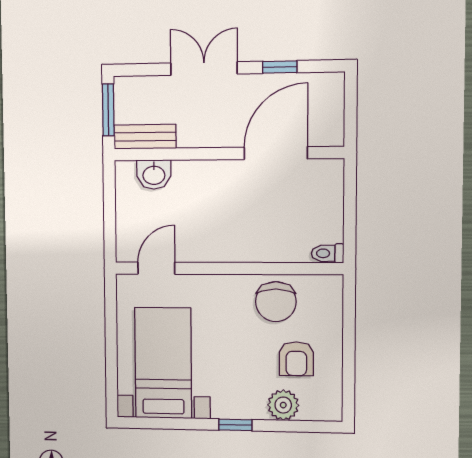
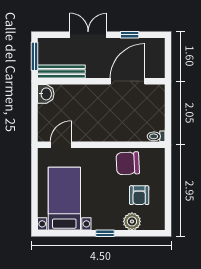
bench: (145, 137) -> (61, 71), width x1.36
washbasin: (154, 174) -> (46, 94), moved, turned -90
chair: (276, 302) -> (128, 163), turned 87

